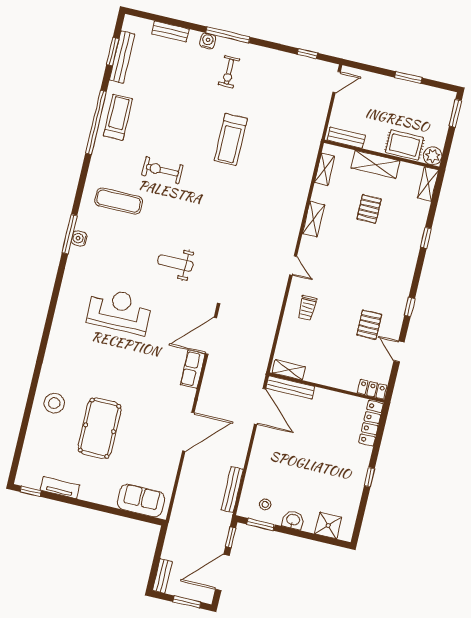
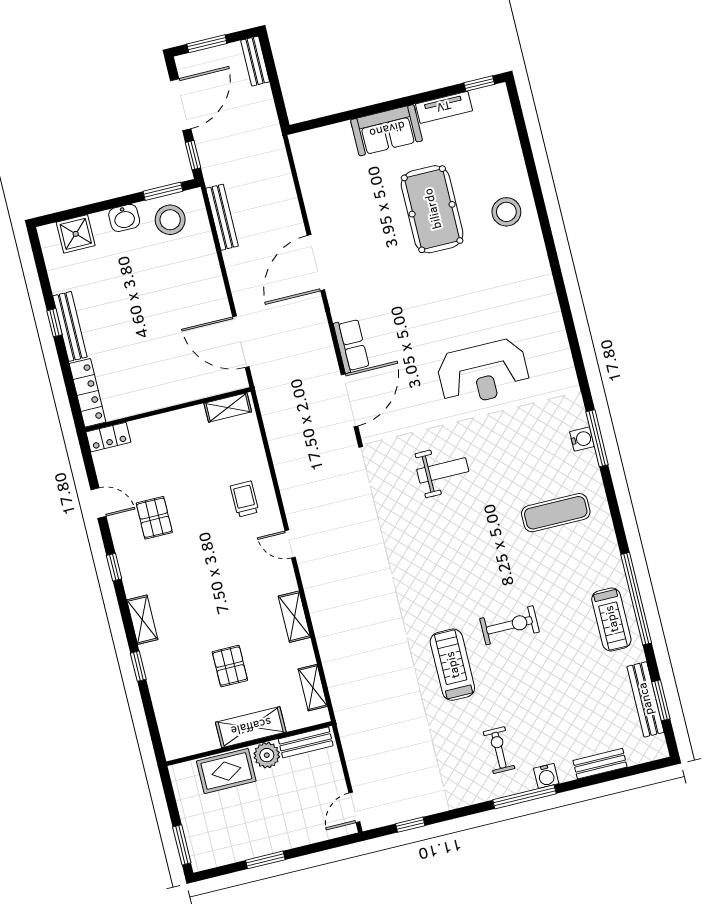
plant: (433, 156) -> (267, 755), moved
exercise bike: (162, 170) -> (509, 625), moved
shelving: (428, 184) -> (142, 620), moved
bench: (290, 387) -> (70, 326), moved, turned 90
sofa: (141, 501) -> (387, 130), moved
stool: (265, 504) -> (170, 220), width x1.89, depth x1.89

